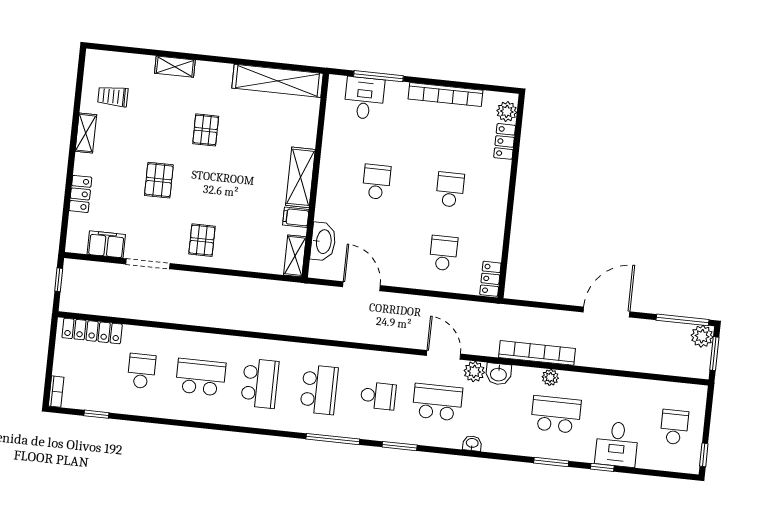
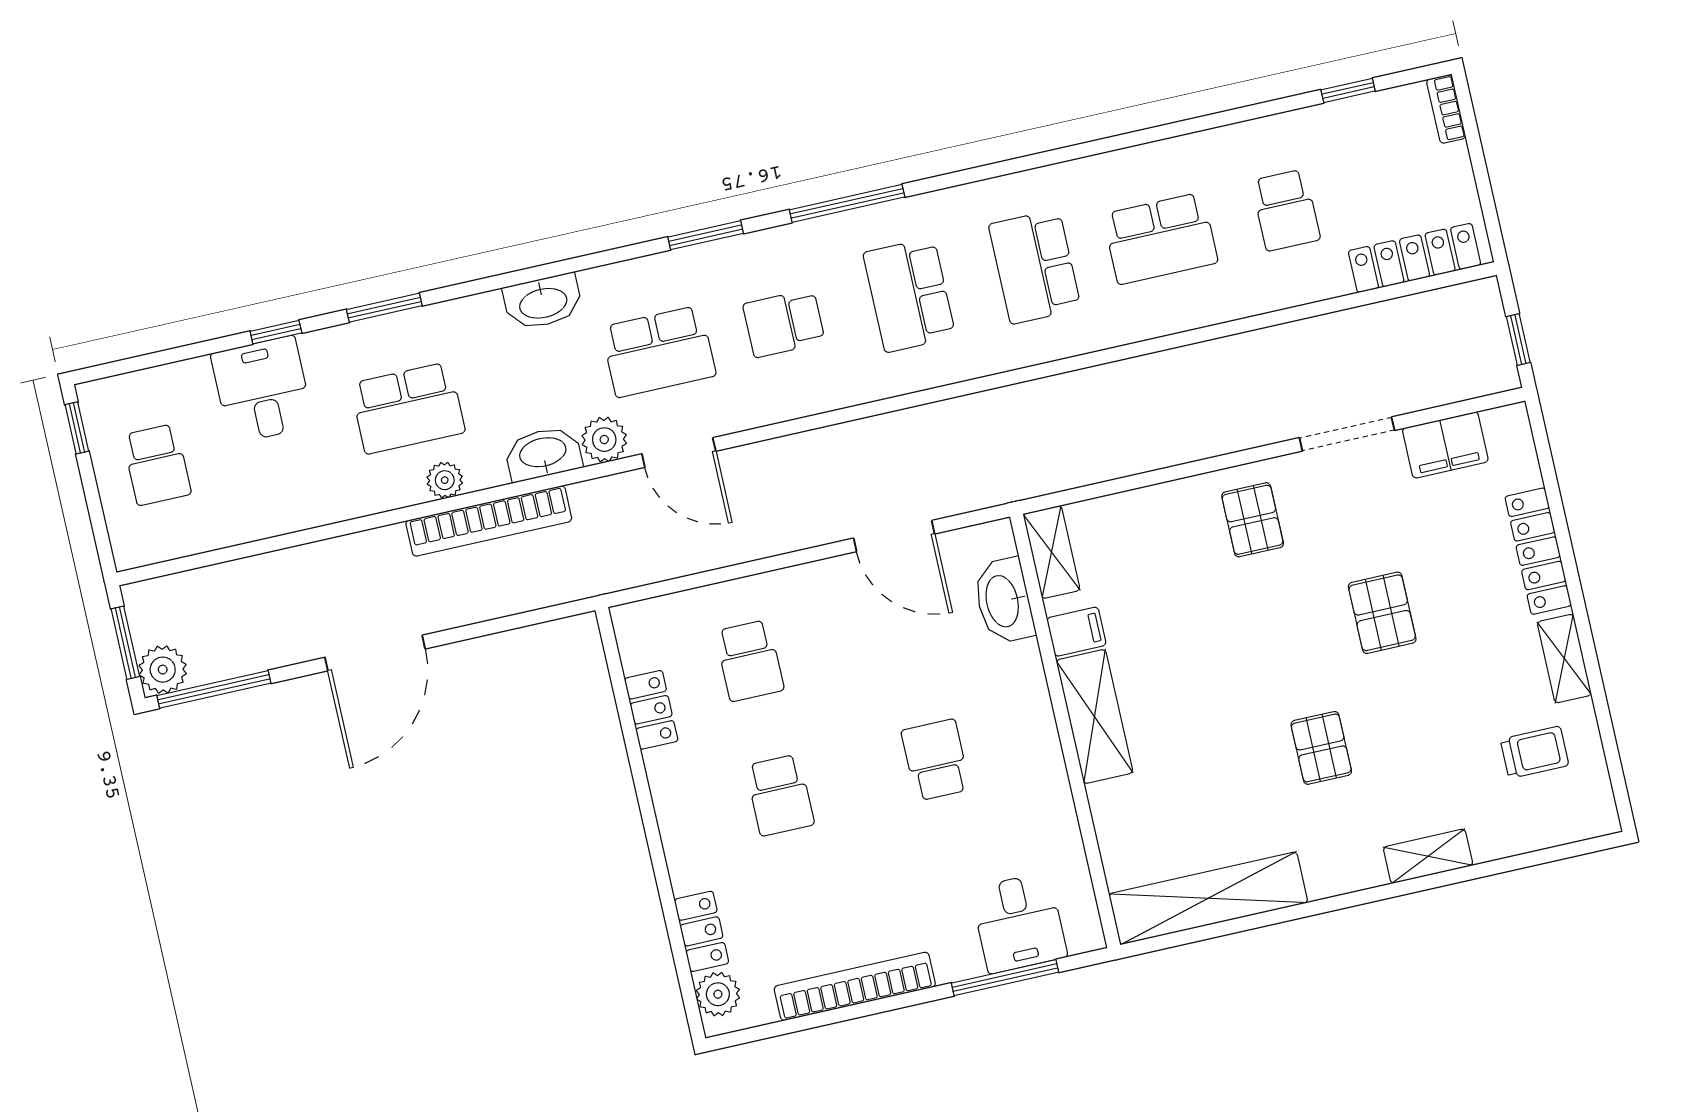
school desk: (377, 182) -> (936, 760), turned 180
locker: (80, 194) -> (1538, 551), width x1.53
locker: (490, 279) -> (651, 710), moved
washbasin: (498, 374) -> (543, 454), width x1.38
washbasin: (472, 443) -> (543, 302), width x1.91, depth x1.45

